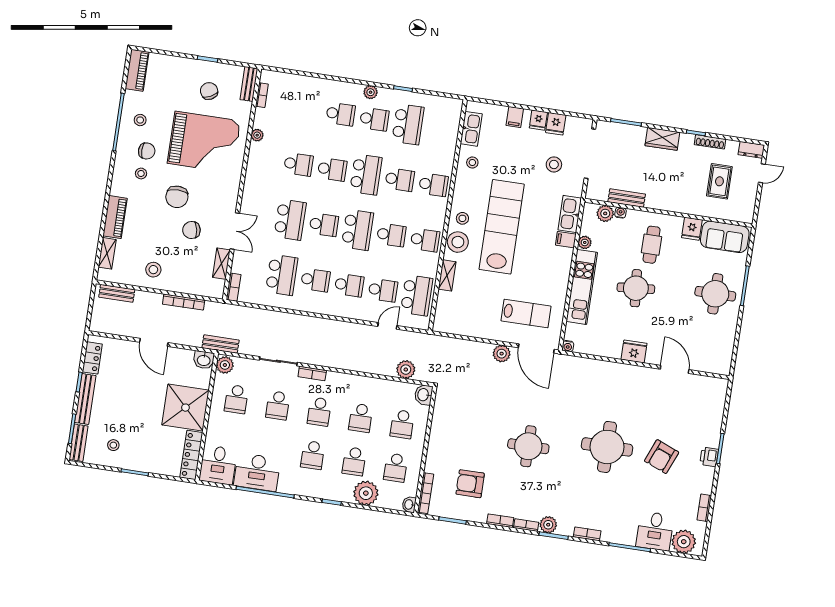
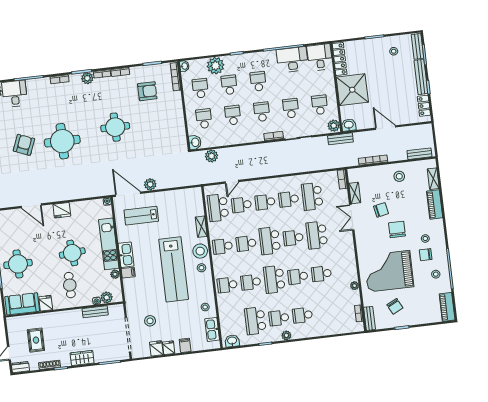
washbasin: (448, 105) -> (232, 341), added
kitchen sink: (570, 214) -> (126, 255), moved

